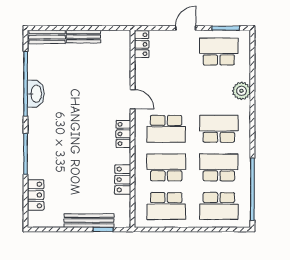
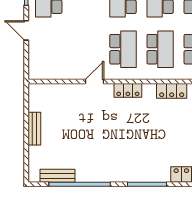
bench: (47, 37) -> (58, 176), moved, turned 90
locker: (142, 44) -> (42, 73), removed
washbasin: (36, 94) -> (89, 174), removed
school desk: (166, 167) -> (160, 49), turned 180

